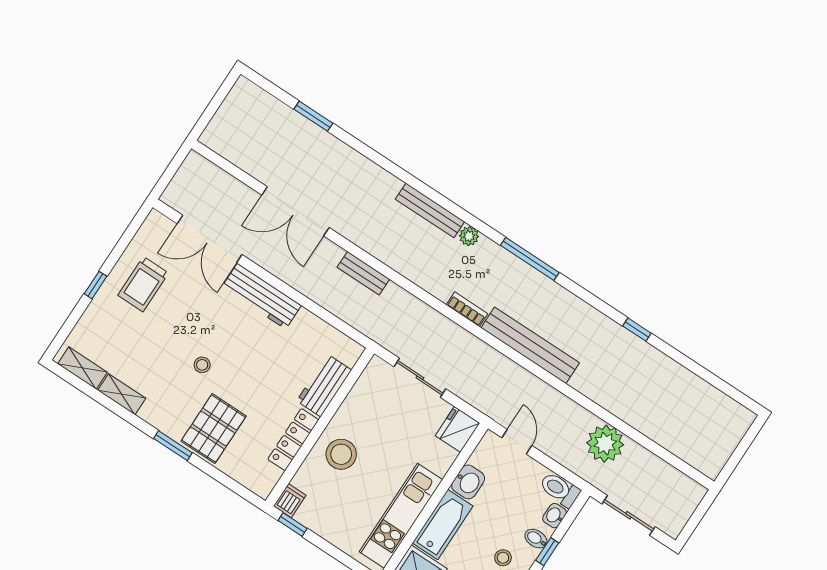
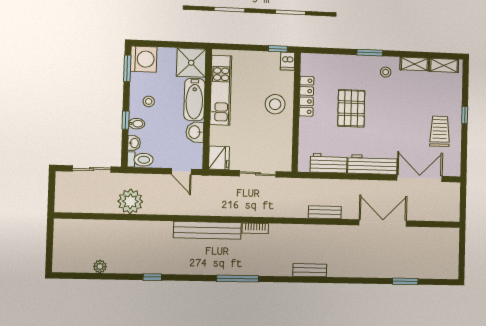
bench: (430, 210) -> (310, 270), width x0.73
plant: (469, 236) -> (100, 266), moved
stool: (202, 365) -> (386, 72), moved
workbench: (324, 386) -> (329, 163), moved, turned -90
pallet: (214, 429) -> (351, 108), moved

